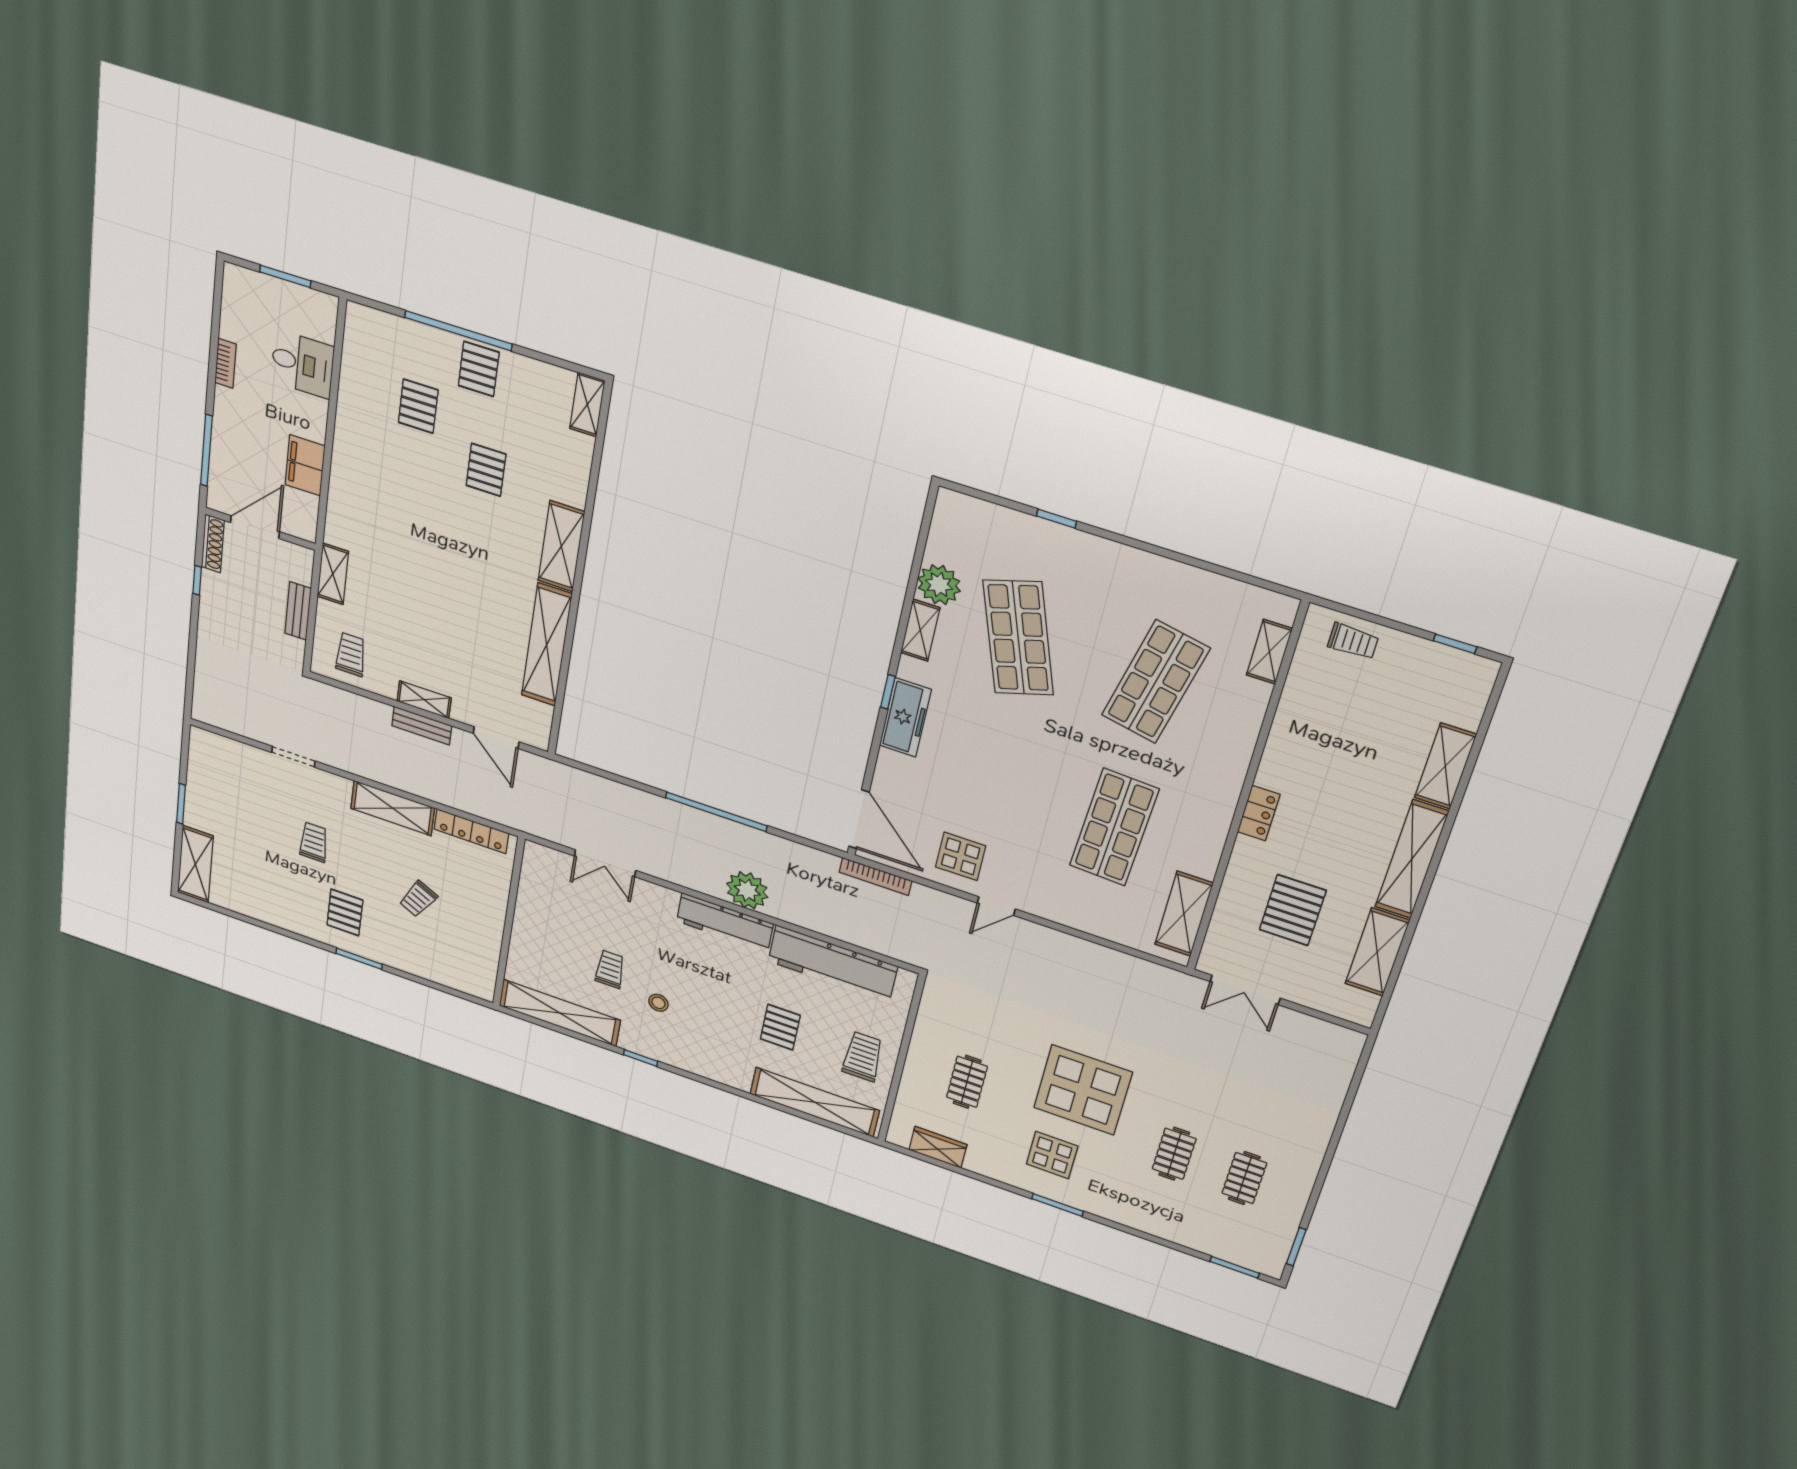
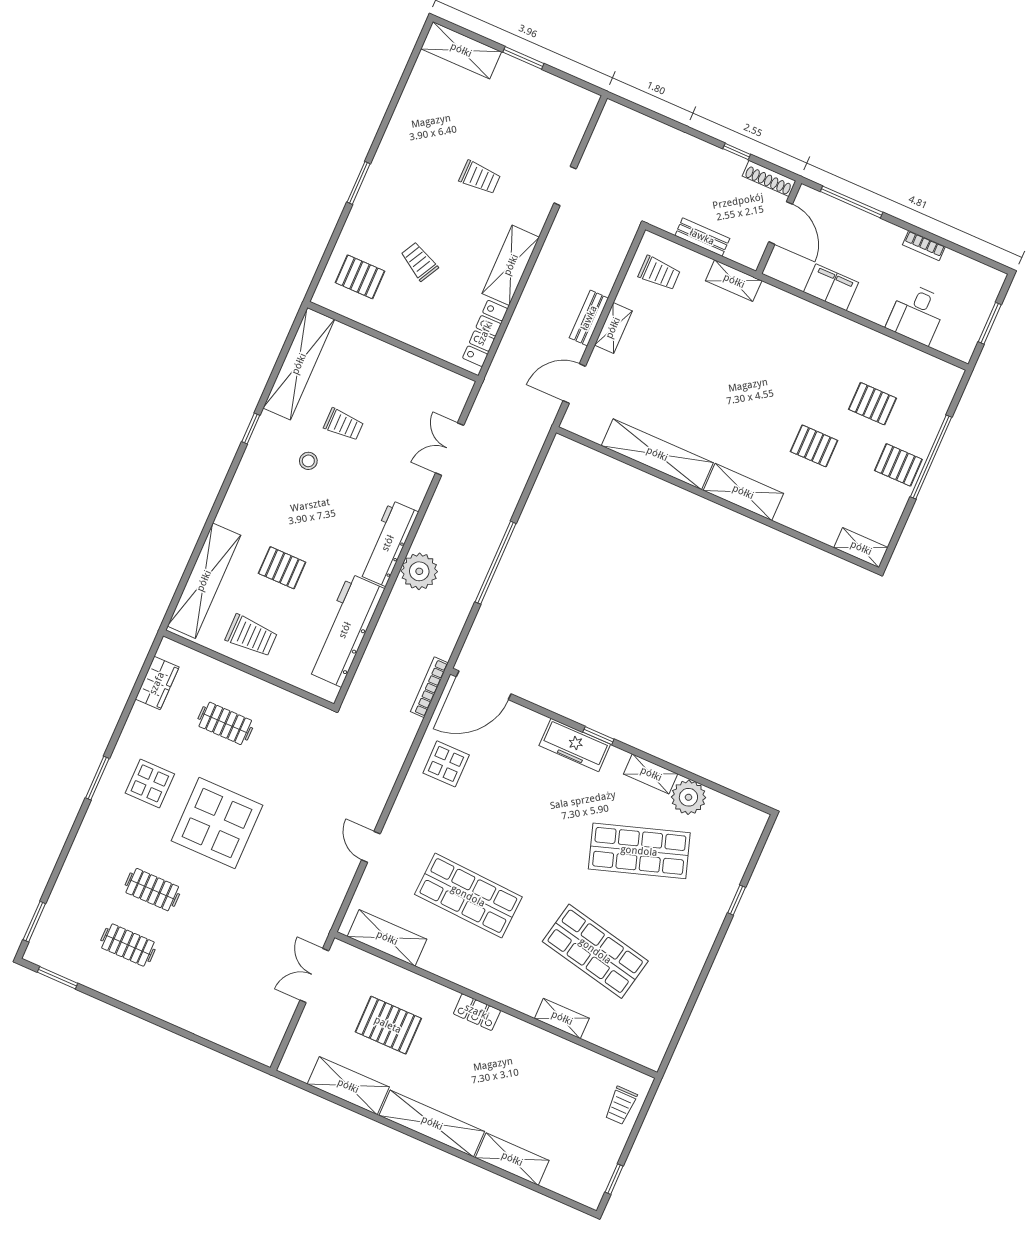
shelving: (1269, 652) -> (562, 1018), moved
door: (996, 906) -> (371, 847), moved
pallet: (345, 912) -> (360, 277), moved

